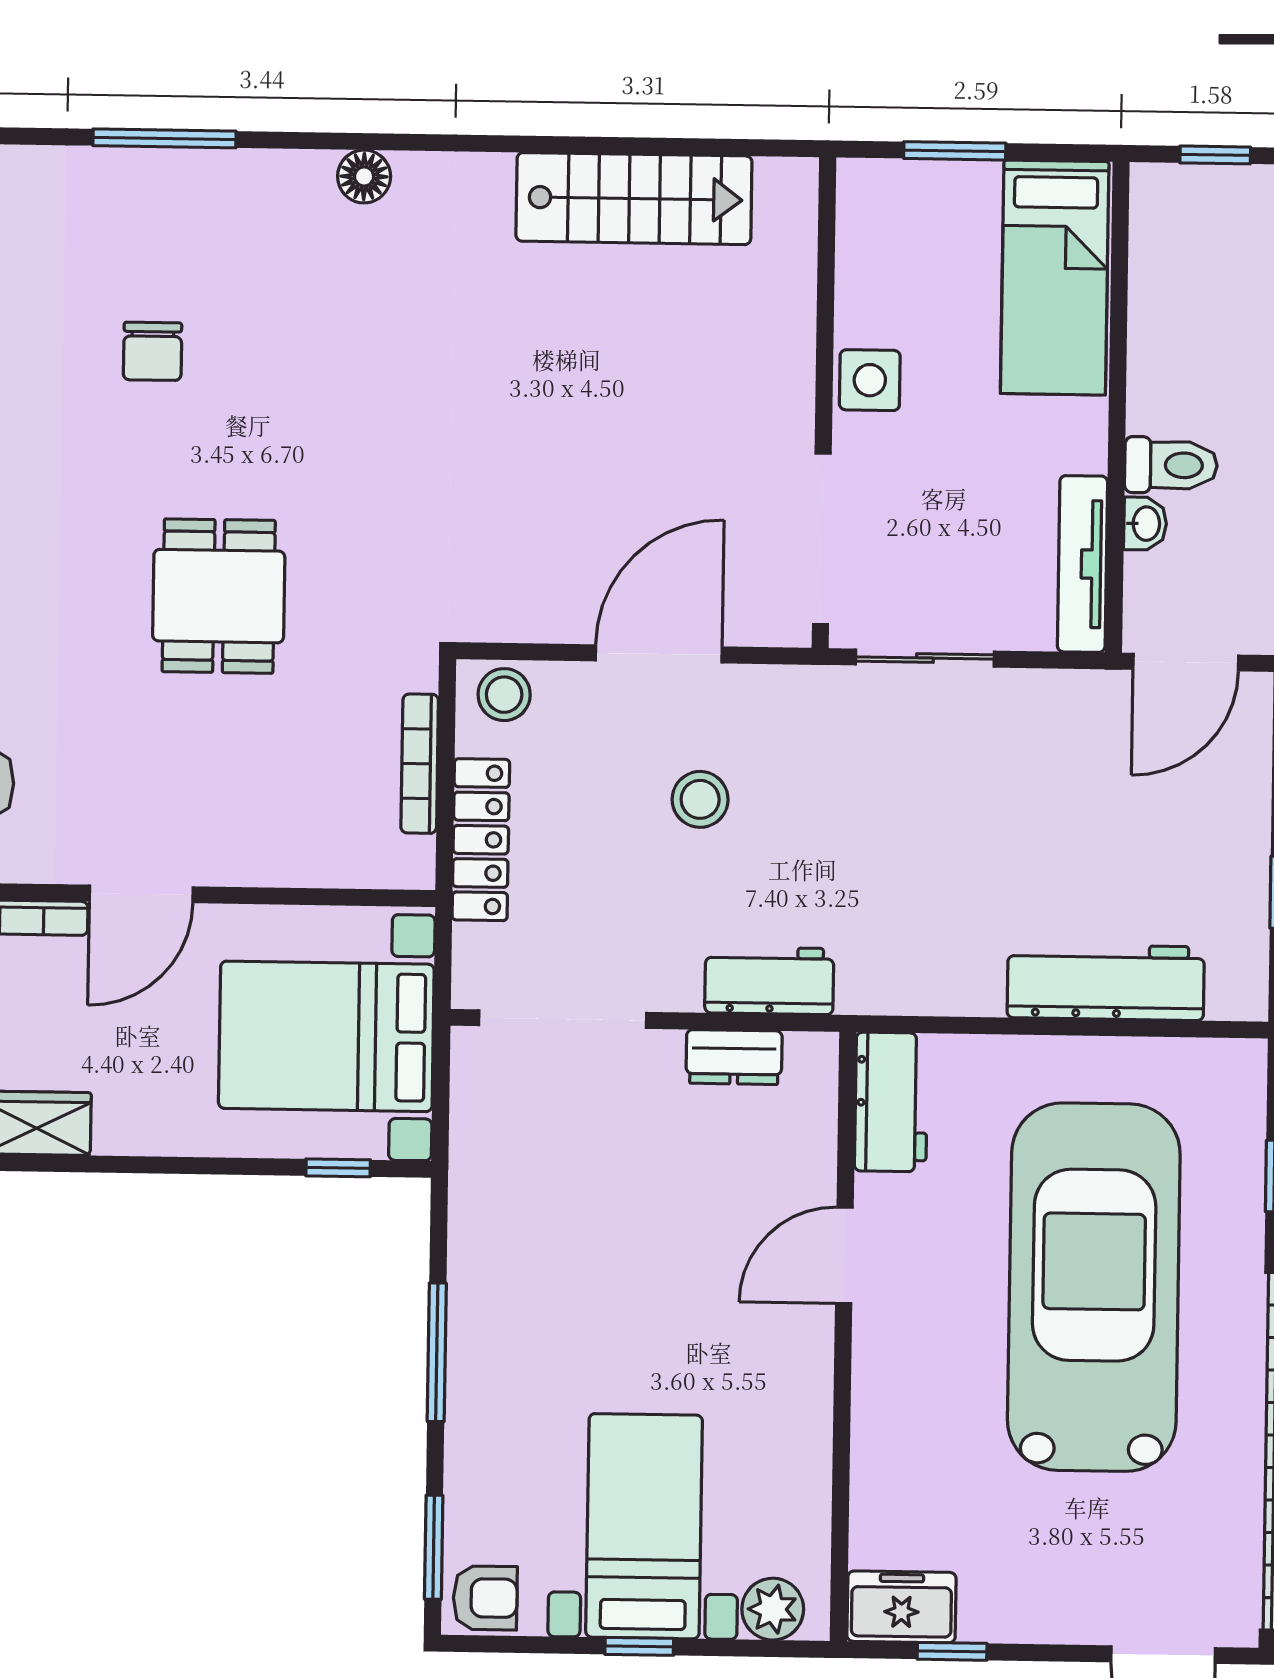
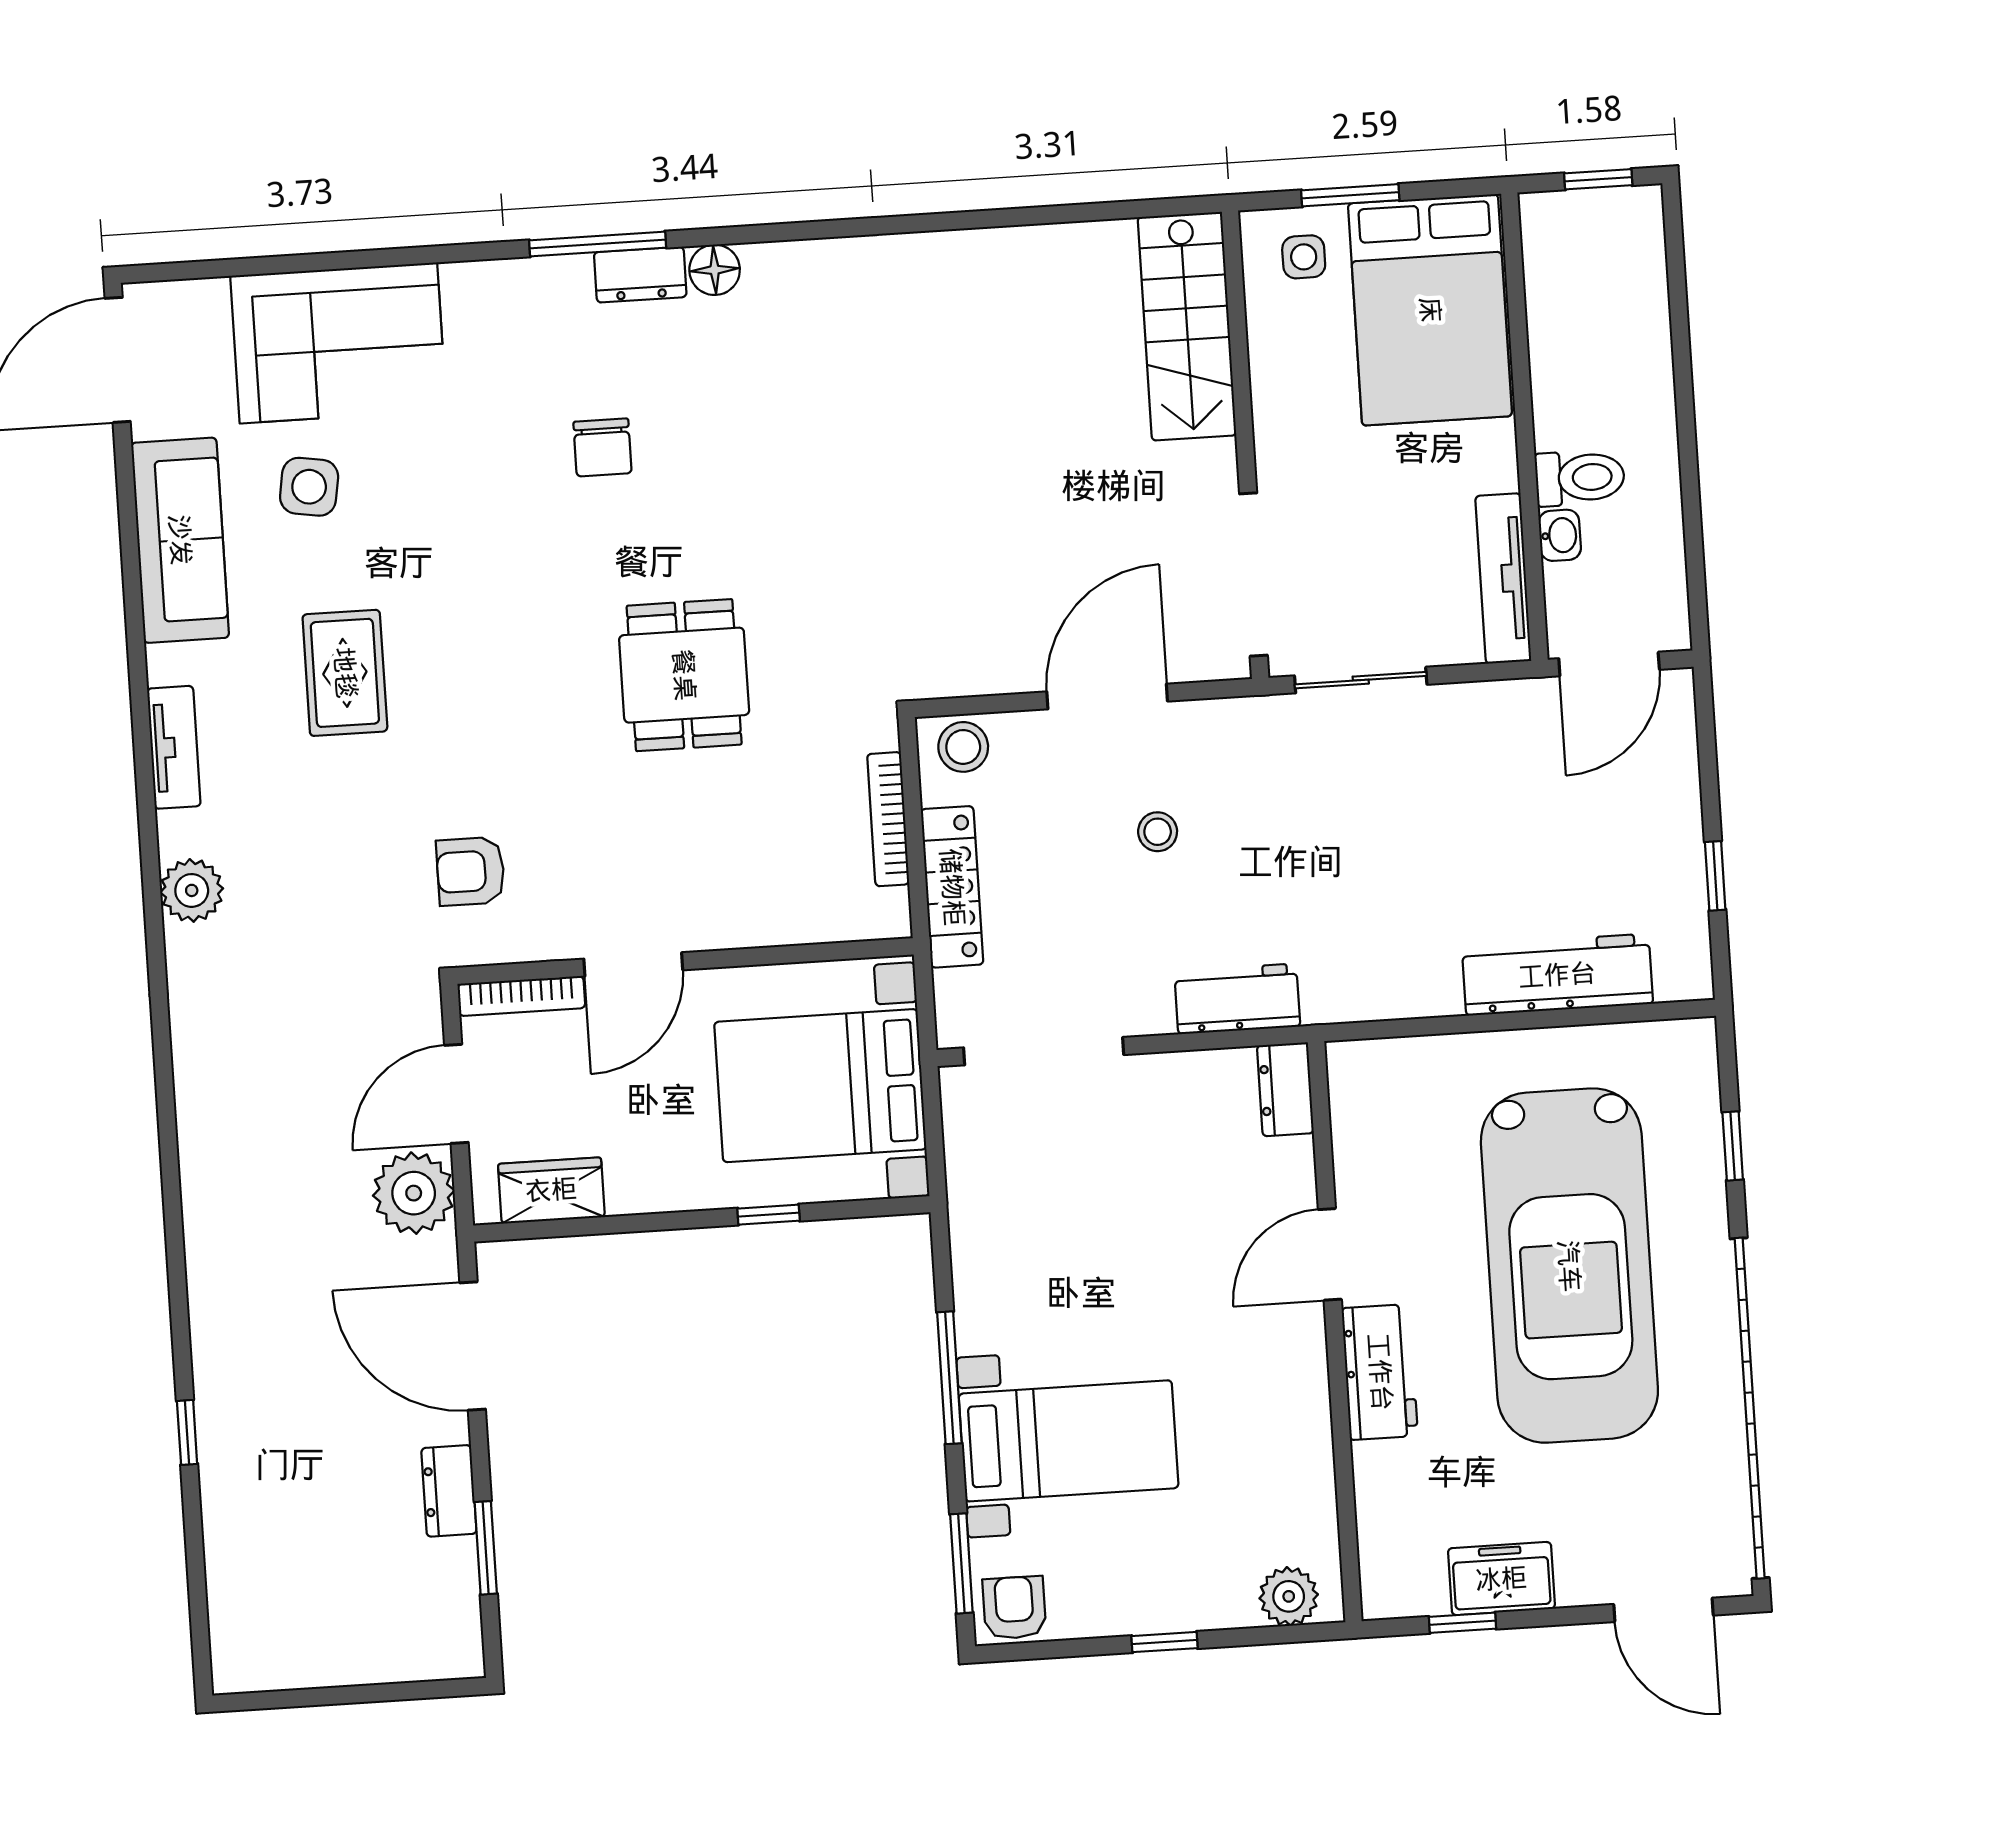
dresser: (206, 174) -> (640, 275), added
floor lamp: (364, 176) -> (715, 270), moved
stairs: (634, 199) -> (1187, 326), moved, turned 90
bed: (1055, 278) -> (1430, 310), width x1.50
side table: (870, 380) -> (1304, 257), moved, width x0.73, depth x0.73
stool: (700, 799) -> (1158, 832), width x0.73, depth x0.73
dresser: (734, 1057) -> (1285, 1089), moved, turned 90
workbench: (891, 1102) -> (1380, 1372), moved
window: (338, 1168) -> (769, 1215), moved
car: (1094, 1287) -> (1569, 1266), turned 180
bed with nightstands: (644, 1526) -> (1069, 1441), moved, turned 90
armchair: (485, 1598) -> (1014, 1608), turned -90
freezer: (901, 1607) -> (1501, 1579), moved

